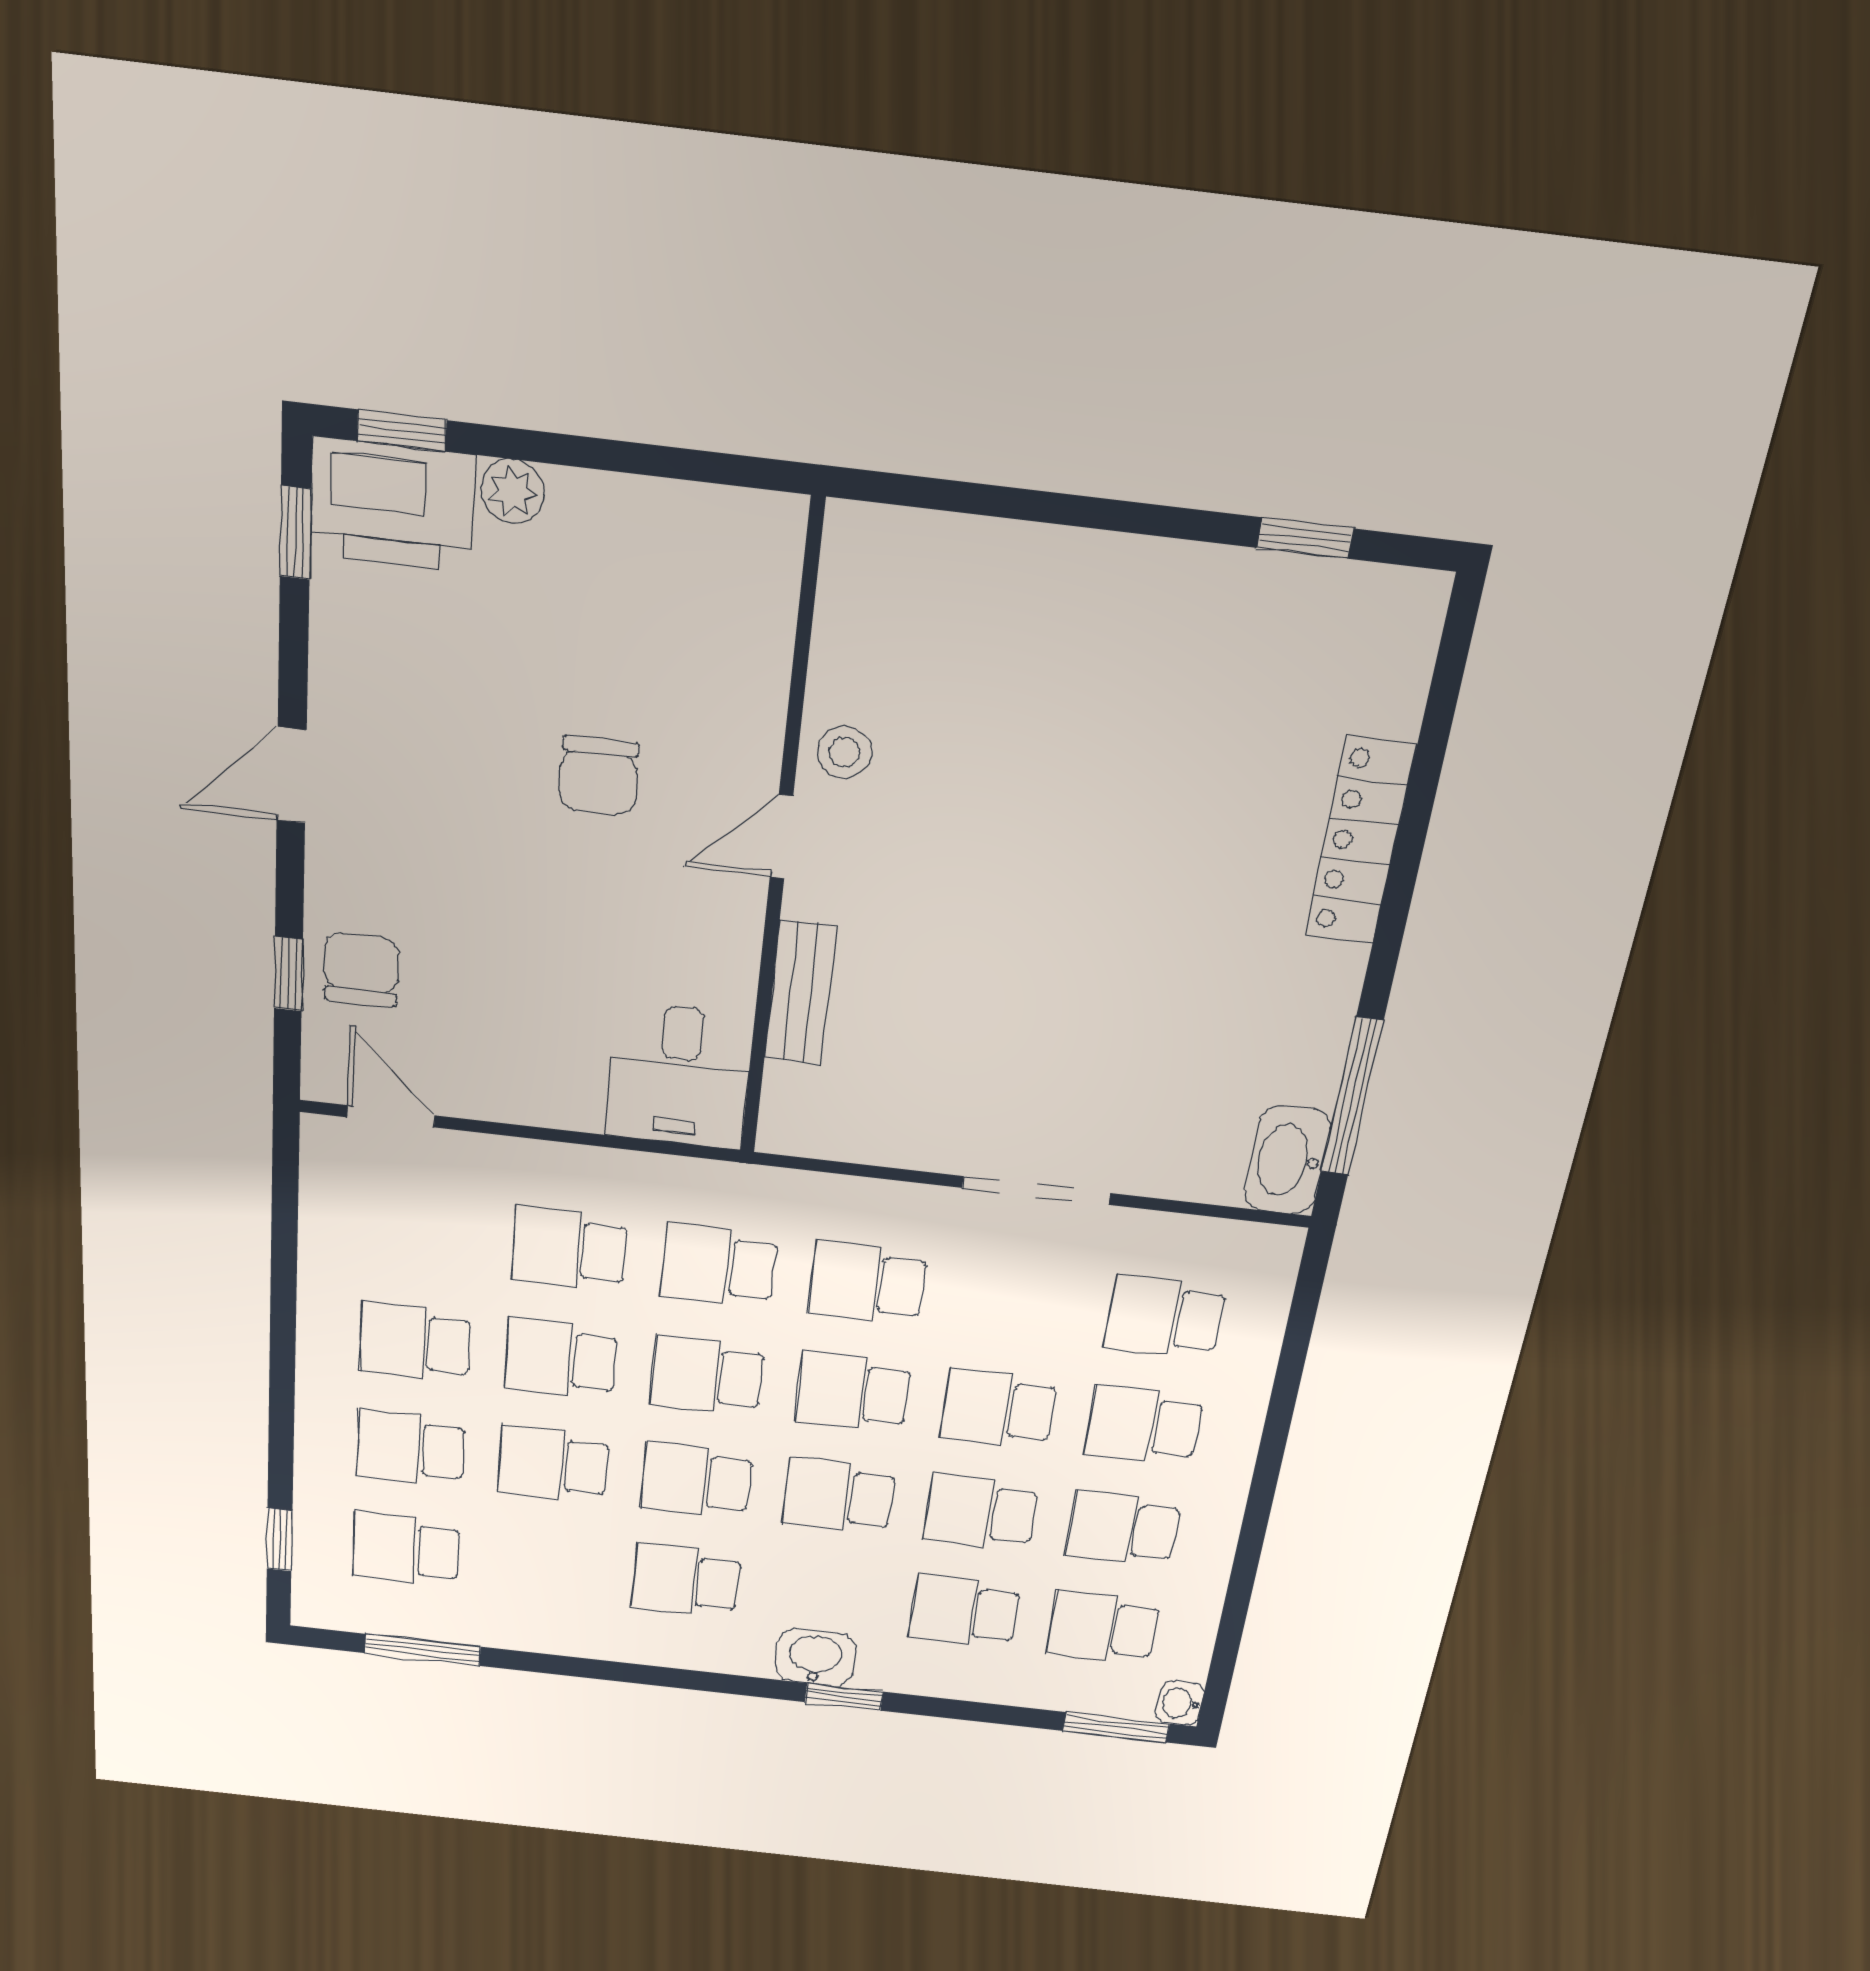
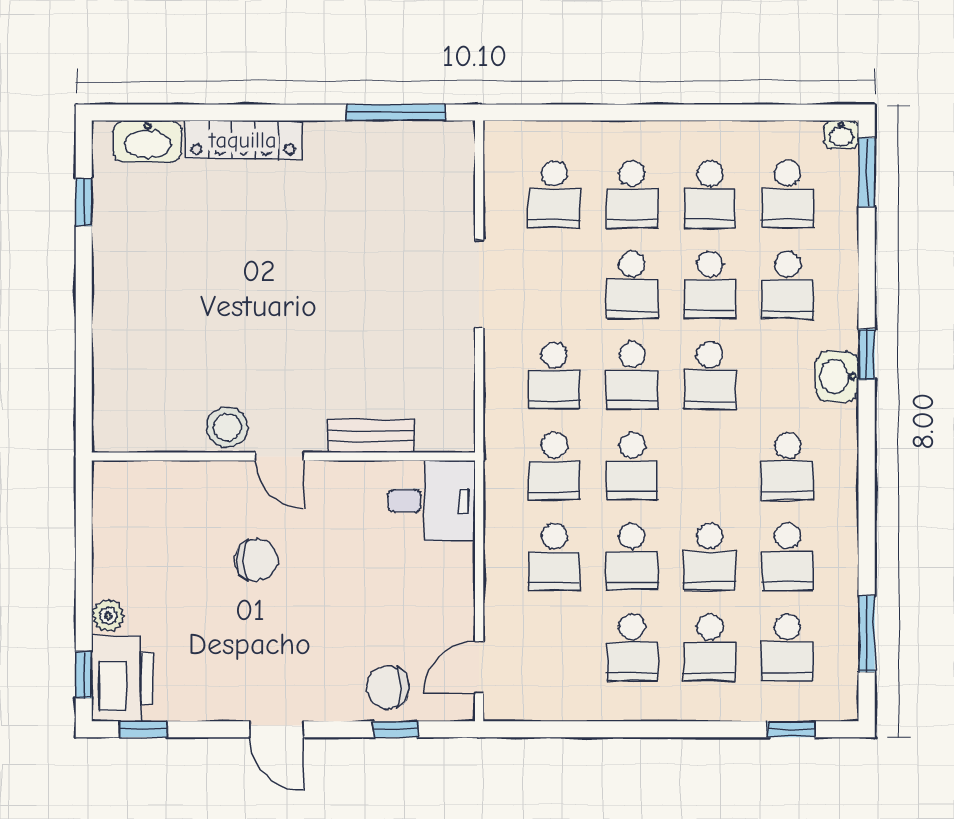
stool: (844, 752) -> (227, 427), width x1.37, depth x1.37
washbasin: (1287, 1160) -> (147, 141), moved
school desk: (696, 1480) -> (788, 557), moved

